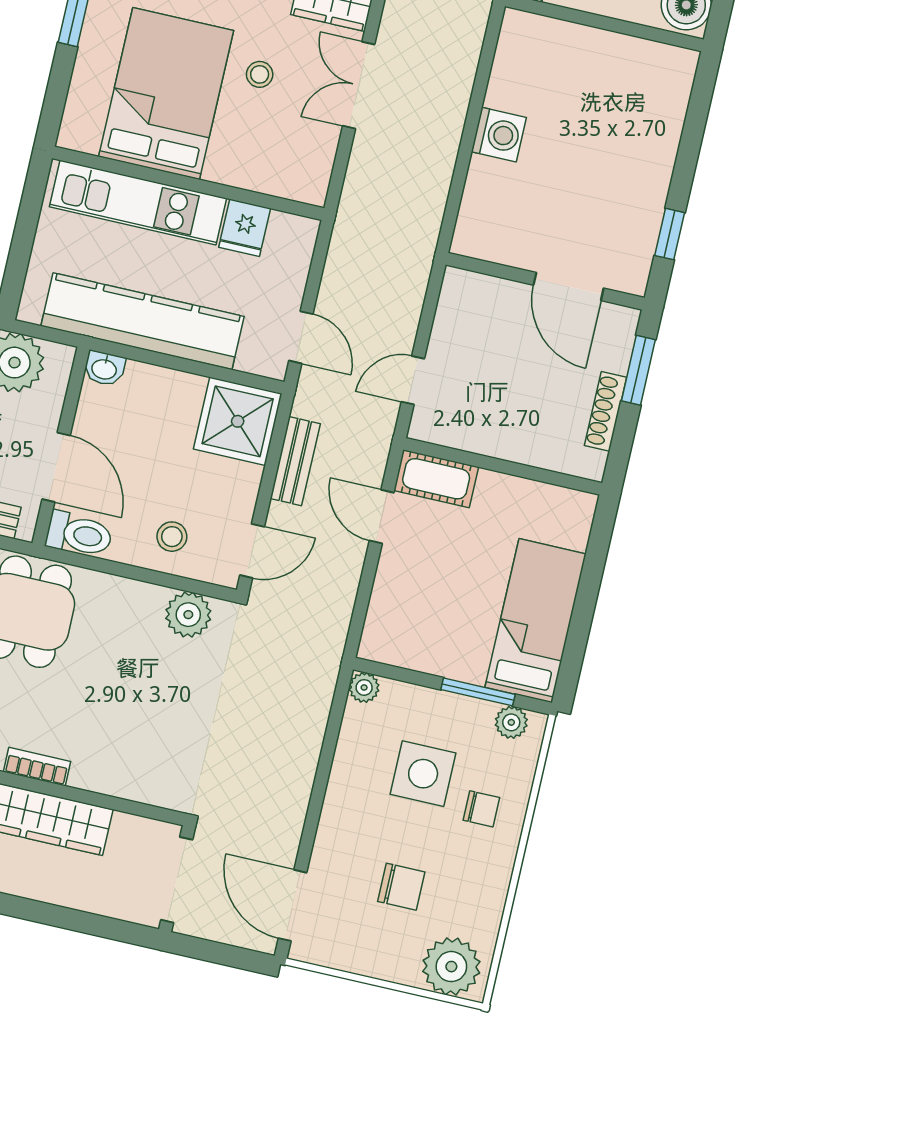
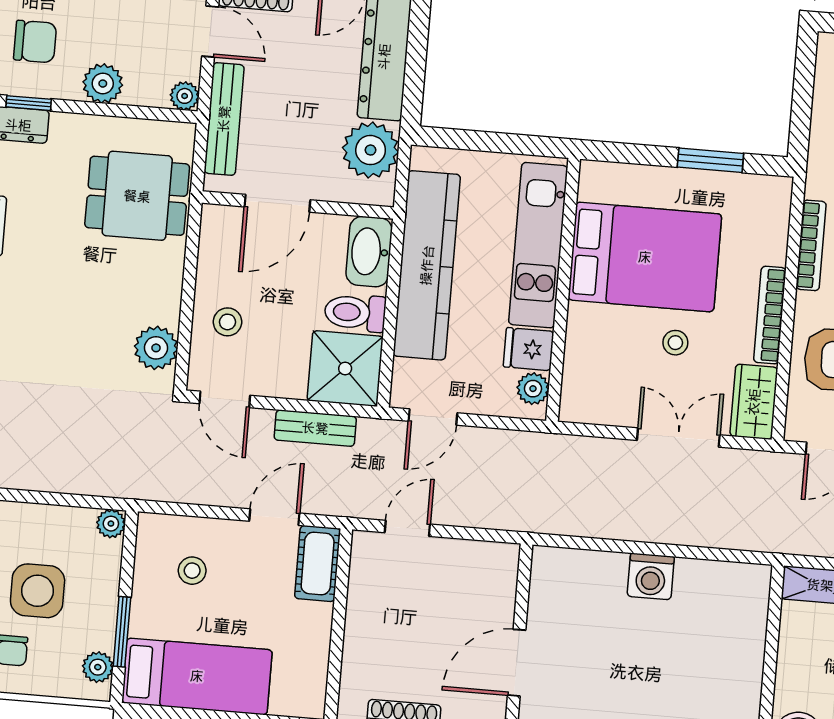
plant: (286, 229) -> (533, 389), added
washbasin: (104, 369) -> (369, 252), width x1.91, depth x1.45
door: (413, 380) -> (407, 528), hinge flipped
toilet: (79, 534) -> (355, 313), moved, turned 90
stool: (425, 610) -> (192, 571), added

